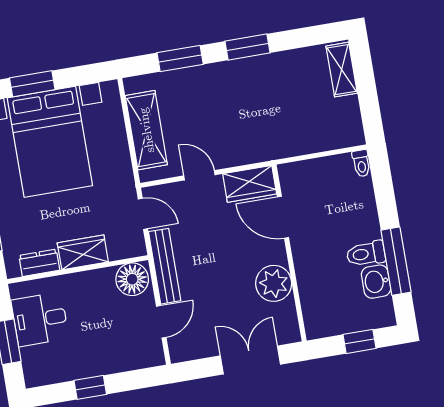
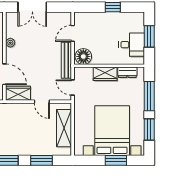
plant: (274, 283) -> (10, 43), width x0.53, depth x0.53

